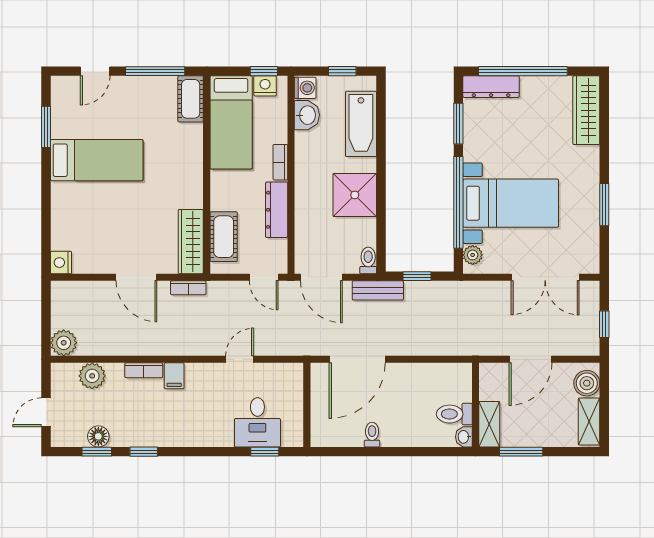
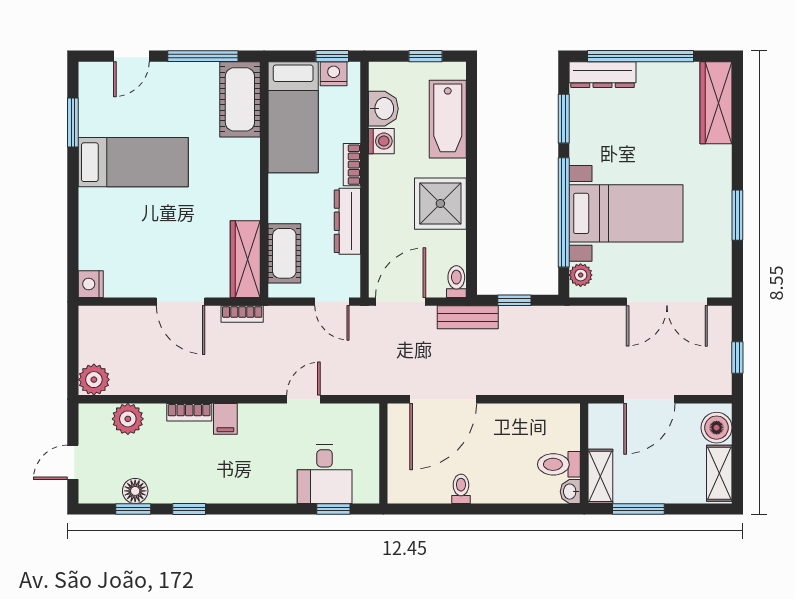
washing machine: (305, 88) -> (381, 141), moved
cot: (191, 99) -> (240, 99), width x1.37, depth x1.34
door: (321, 277) -> (401, 302), swing flipped

